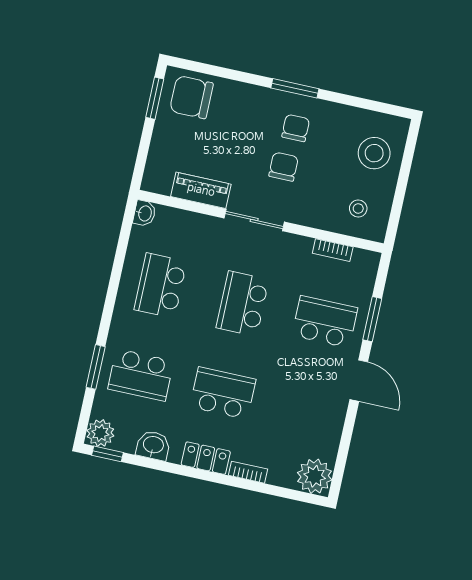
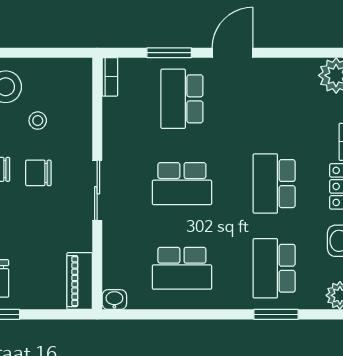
piano: (201, 190) -> (80, 281), moved
stool: (358, 208) -> (38, 121), moved
bookcase: (333, 250) -> (110, 77), moved
school desk: (141, 375) -> (274, 268), turned 180

